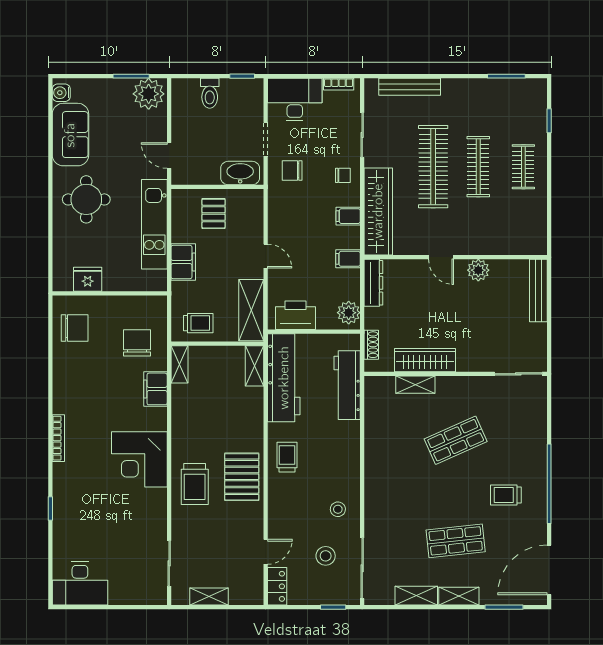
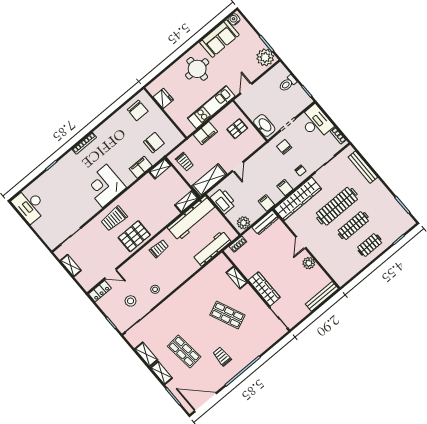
wardrobe: (425, 360) -> (264, 289), moved

